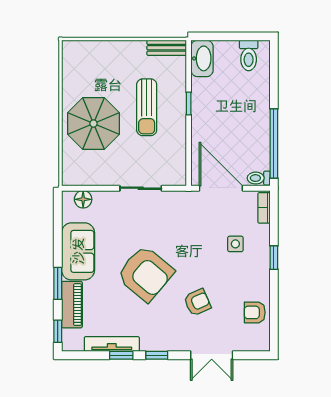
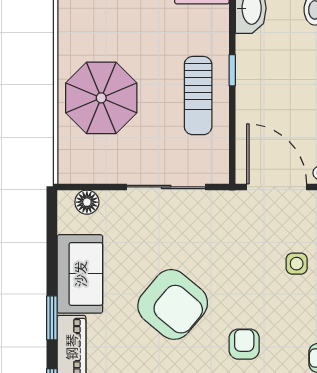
sun lounger: (147, 107) -> (198, 96), moved
sliding door: (141, 188) -> (166, 187), width x1.37
armchair: (197, 302) -> (244, 344), turned -66

